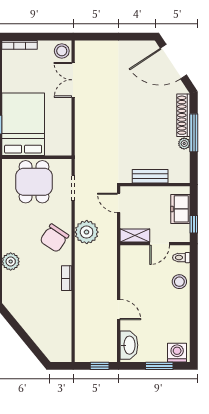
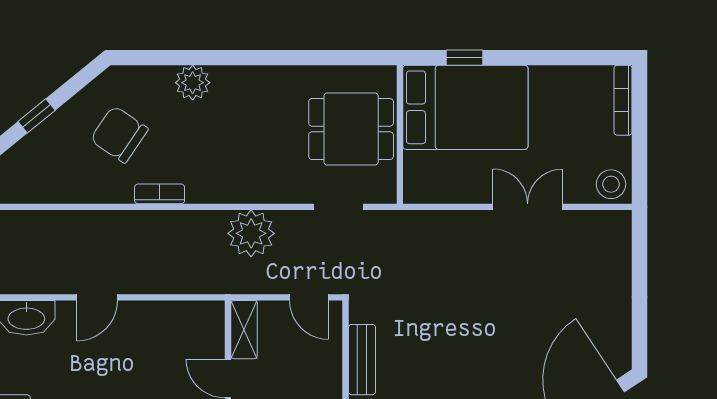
double door: (73, 80) -> (528, 207), moved
door: (119, 203) -> (309, 297), swing flipped
chair: (54, 238) -> (119, 134), moved
window: (27, 340) -> (37, 116), added

